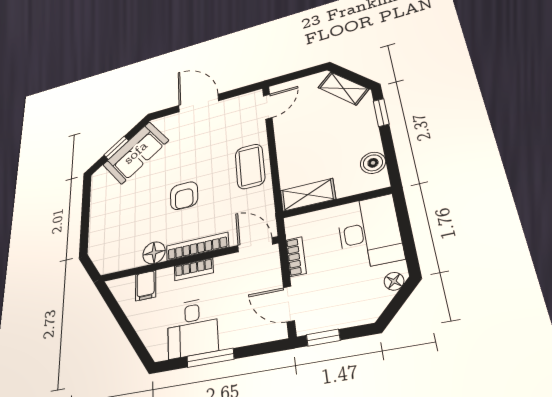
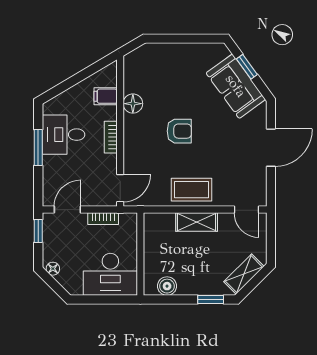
shelving: (308, 195) -> (197, 222), moved, turned 90
armchair: (184, 196) -> (179, 131), turned 180
bookcase: (197, 246) -> (130, 141), removed
floor lamp: (394, 281) -> (53, 269), moved

